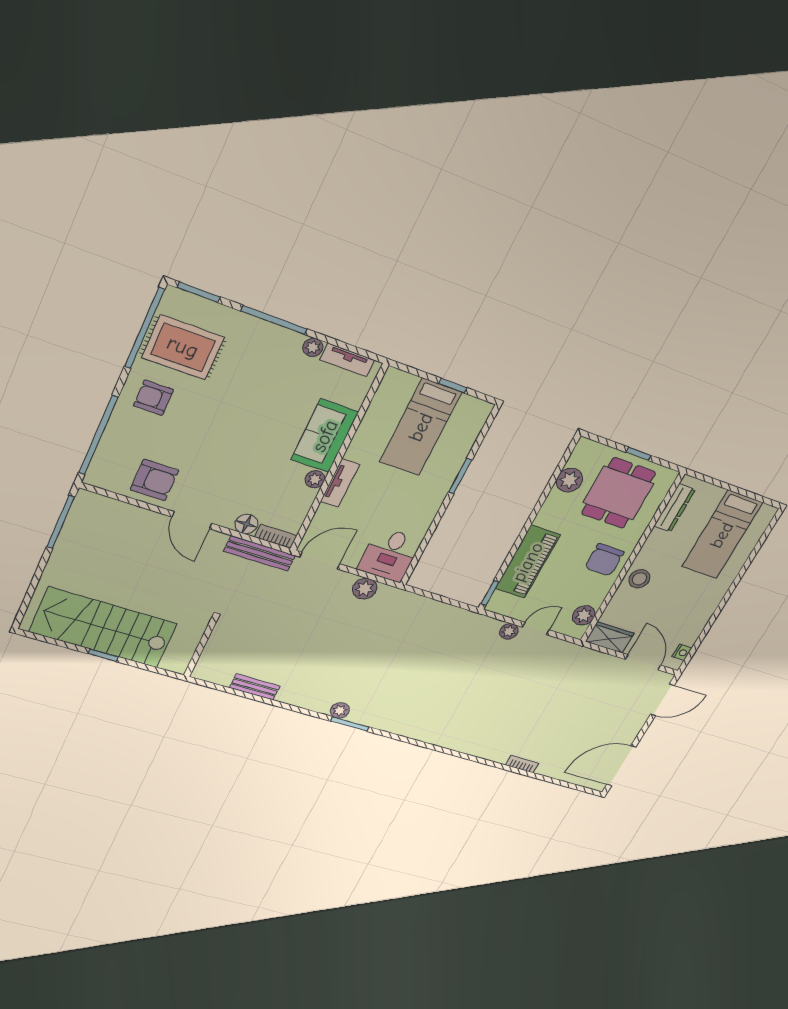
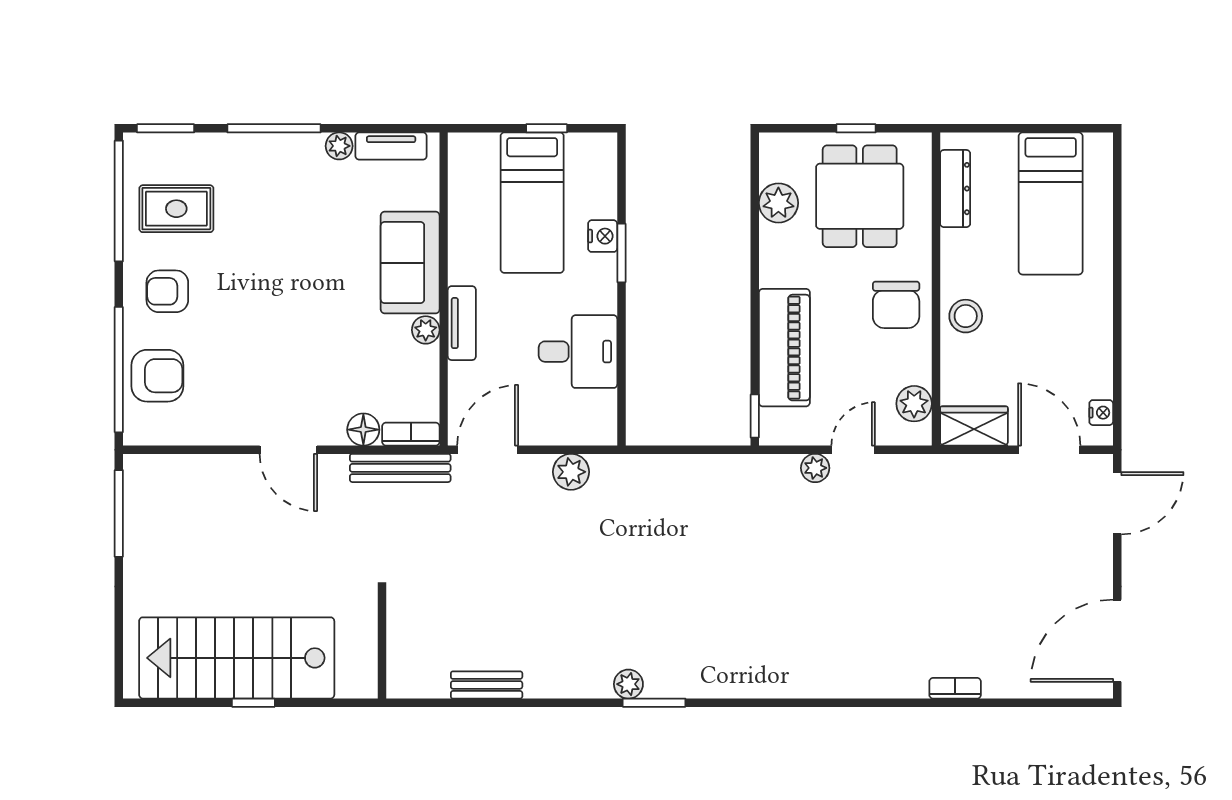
rug: (183, 347) -> (176, 209), width x0.73, depth x0.70
nightstand: (454, 462) -> (603, 236), added
armchair: (154, 480) -> (157, 376), moved
desk: (390, 555) -> (578, 352), moved, turned -90

